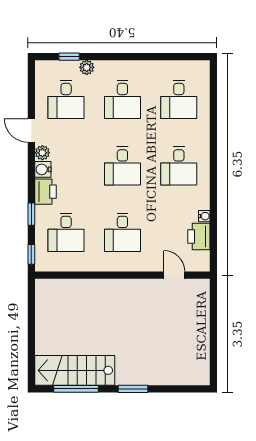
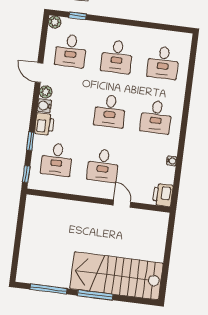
plant: (87, 67) -> (55, 22), moved
printer: (199, 237) -> (163, 195), moved
door: (174, 275) -> (122, 204), moved
stairs: (75, 370) -> (116, 276), moved, width x1.36, depth x1.51
window: (133, 389) -> (95, 295), width x1.44

